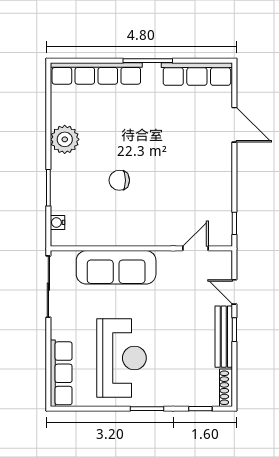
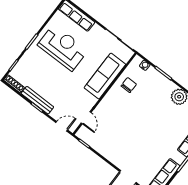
chair: (119, 180) -> (129, 85), moved
door: (234, 292) -> (62, 126), moved
reception desk: (122, 358) -> (63, 48), turned 180

